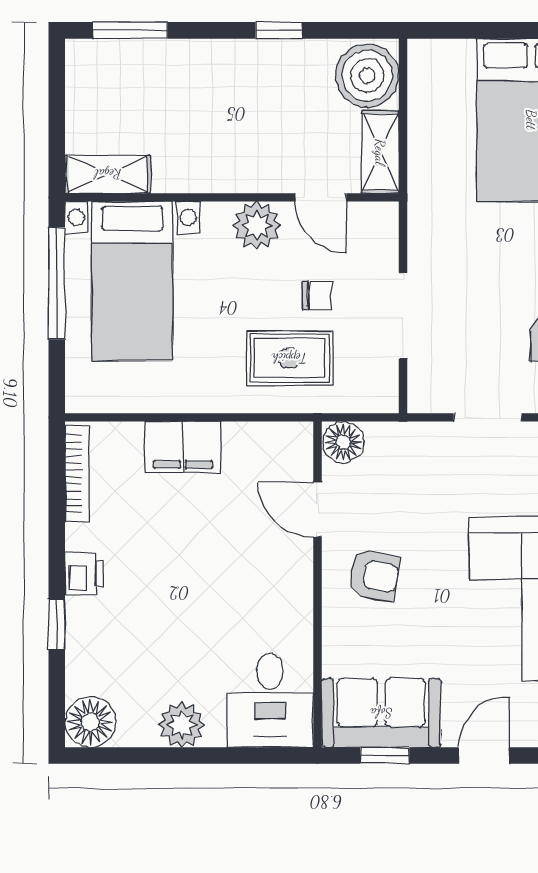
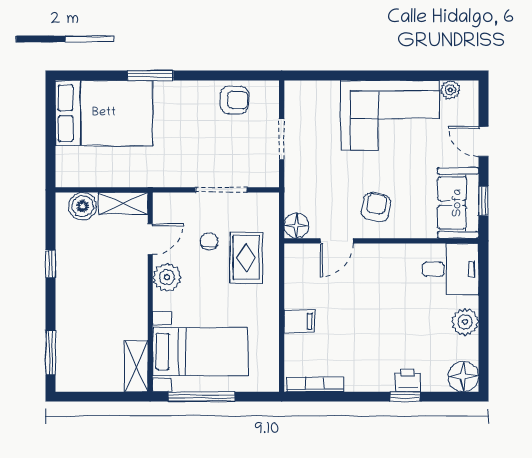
boiler: (367, 76) -> (83, 206), width x0.73, depth x0.73
filing cabinet: (183, 447) -> (299, 321), width x0.50
printer: (84, 574) -> (408, 380), moved

